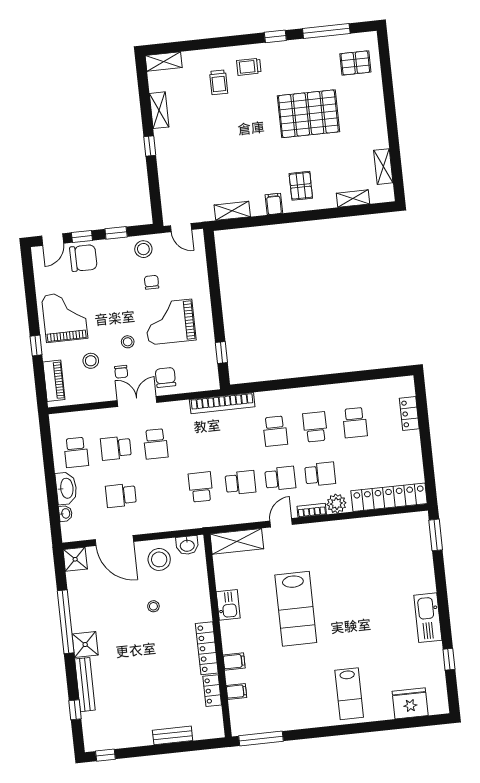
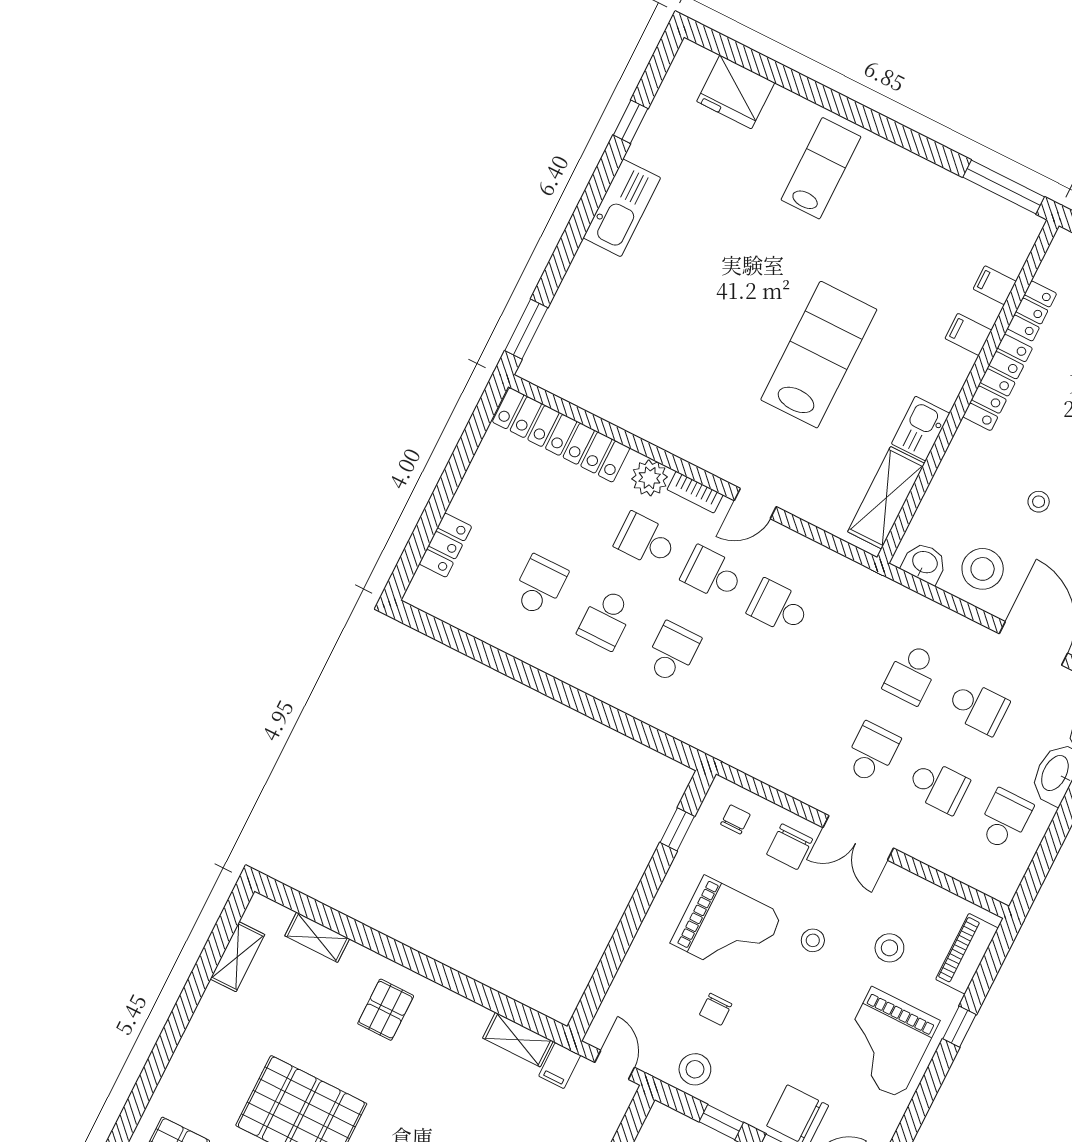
filing cabinet: (274, 204) -> (560, 1066), moved
chair: (121, 372) -> (735, 819), moved
bookcase: (222, 403) -> (727, 750), removed
school desk: (201, 487) -> (911, 674), moved
shelving: (237, 541) -> (886, 498), moved, turned 90

